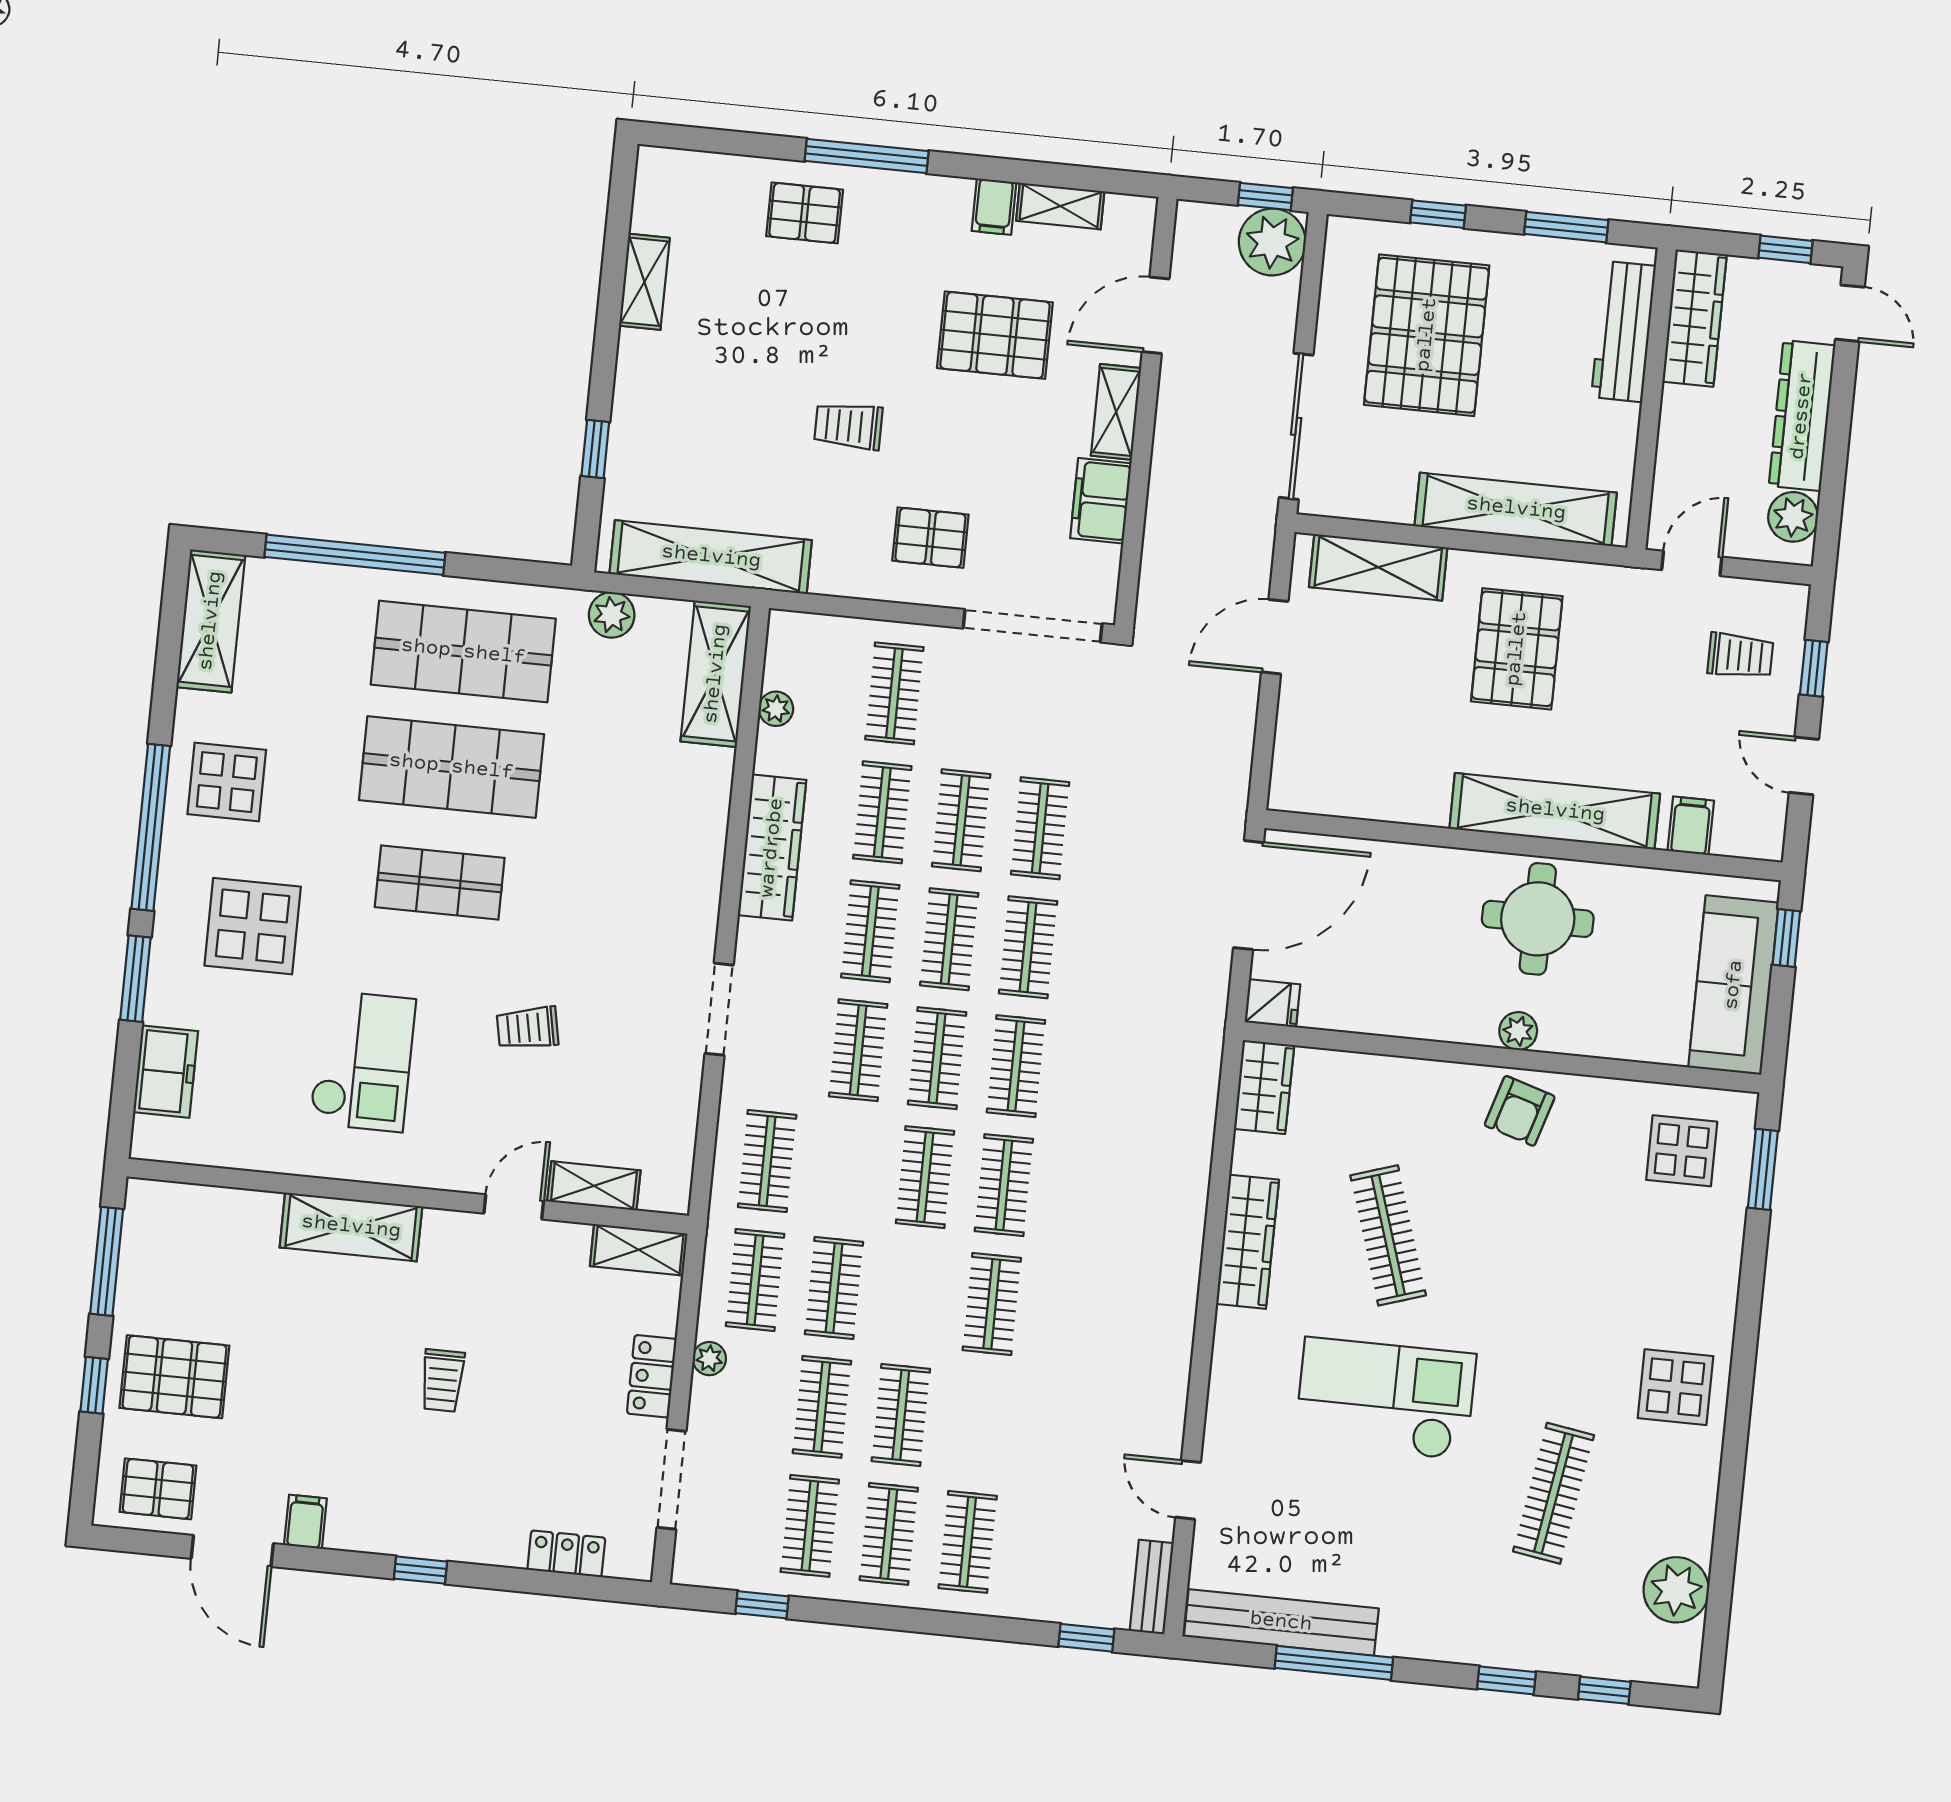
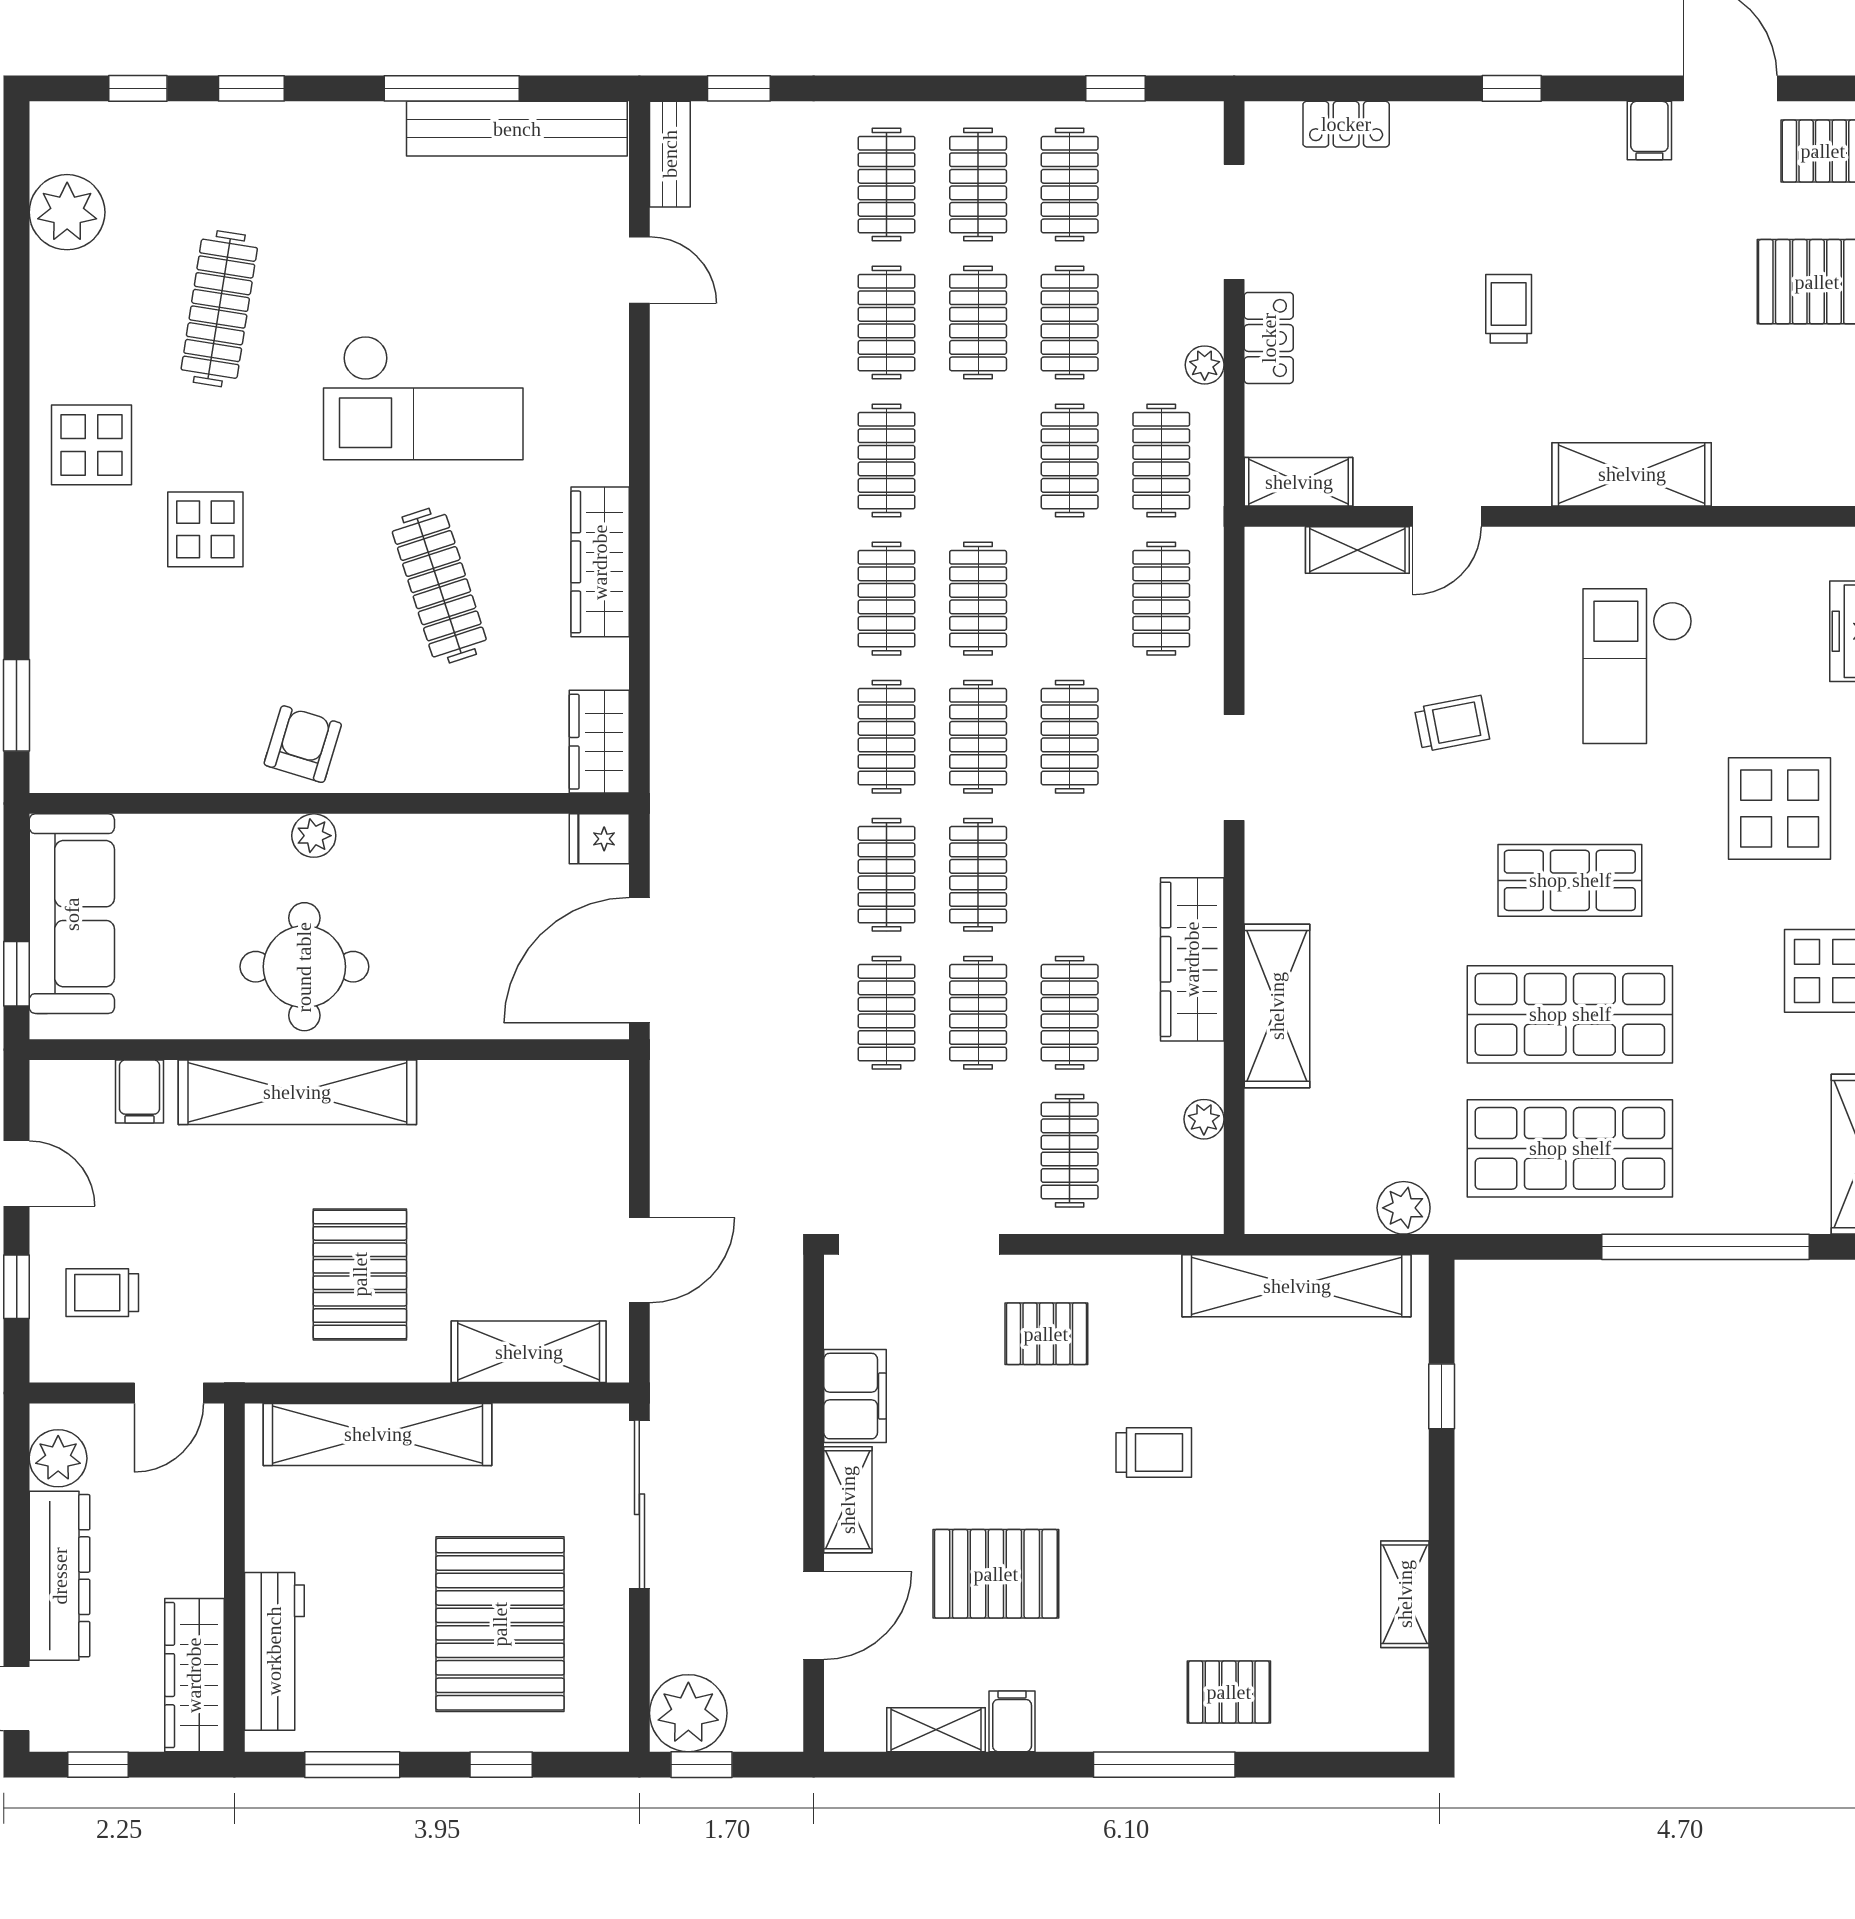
shelving: (716, 674) -> (1277, 1006), moved
clothes rail: (870, 931) -> (887, 323), moved
display table: (1682, 1151) -> (205, 529), moved

